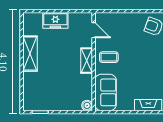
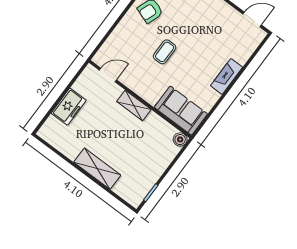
shelving: (30, 54) -> (97, 169), moved
coffee table: (109, 57) -> (165, 52), moved

